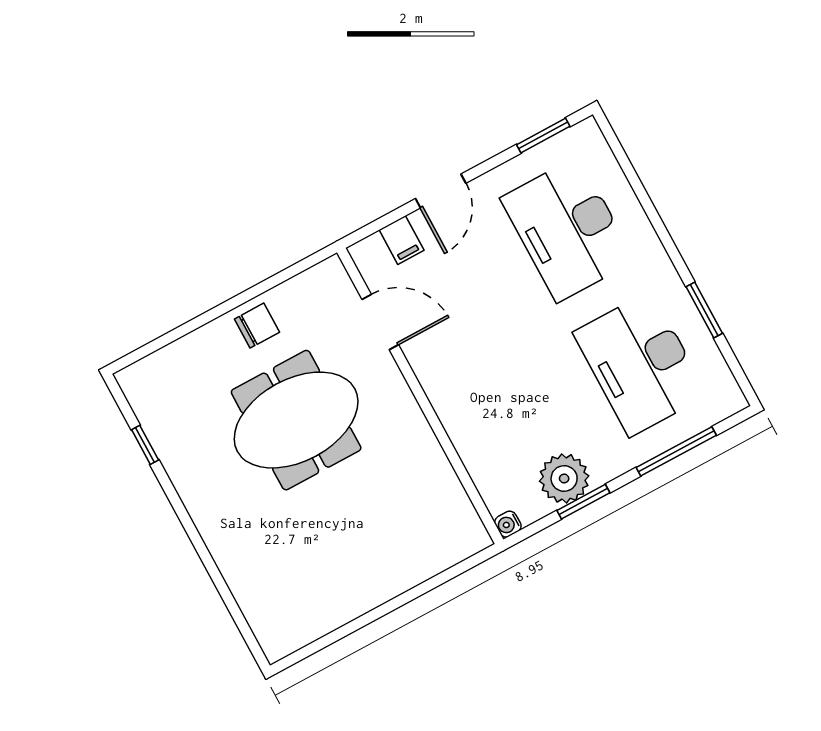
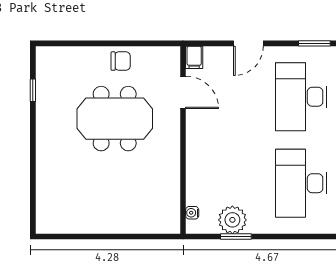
filing cabinet: (402, 240) -> (194, 57), moved
window: (676, 451) -> (296, 237), removed
water cooler: (508, 524) -> (192, 213), moved

